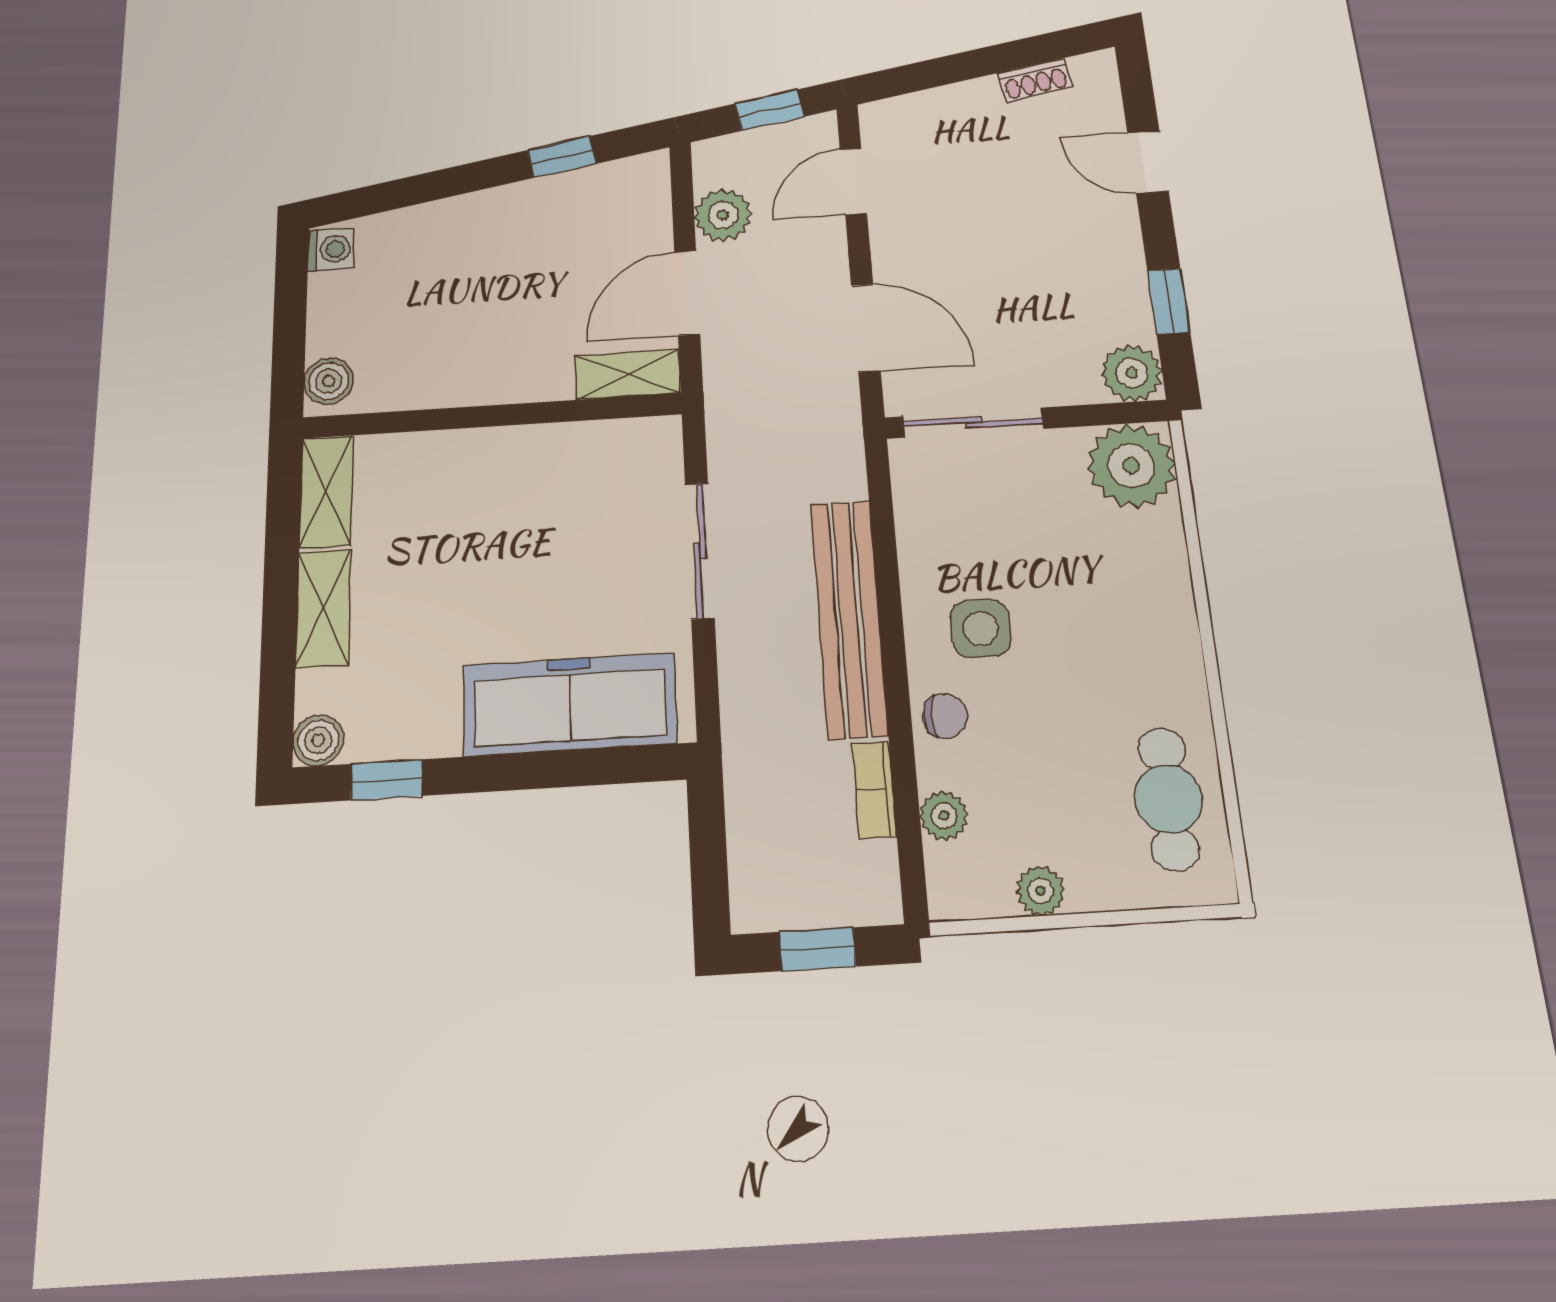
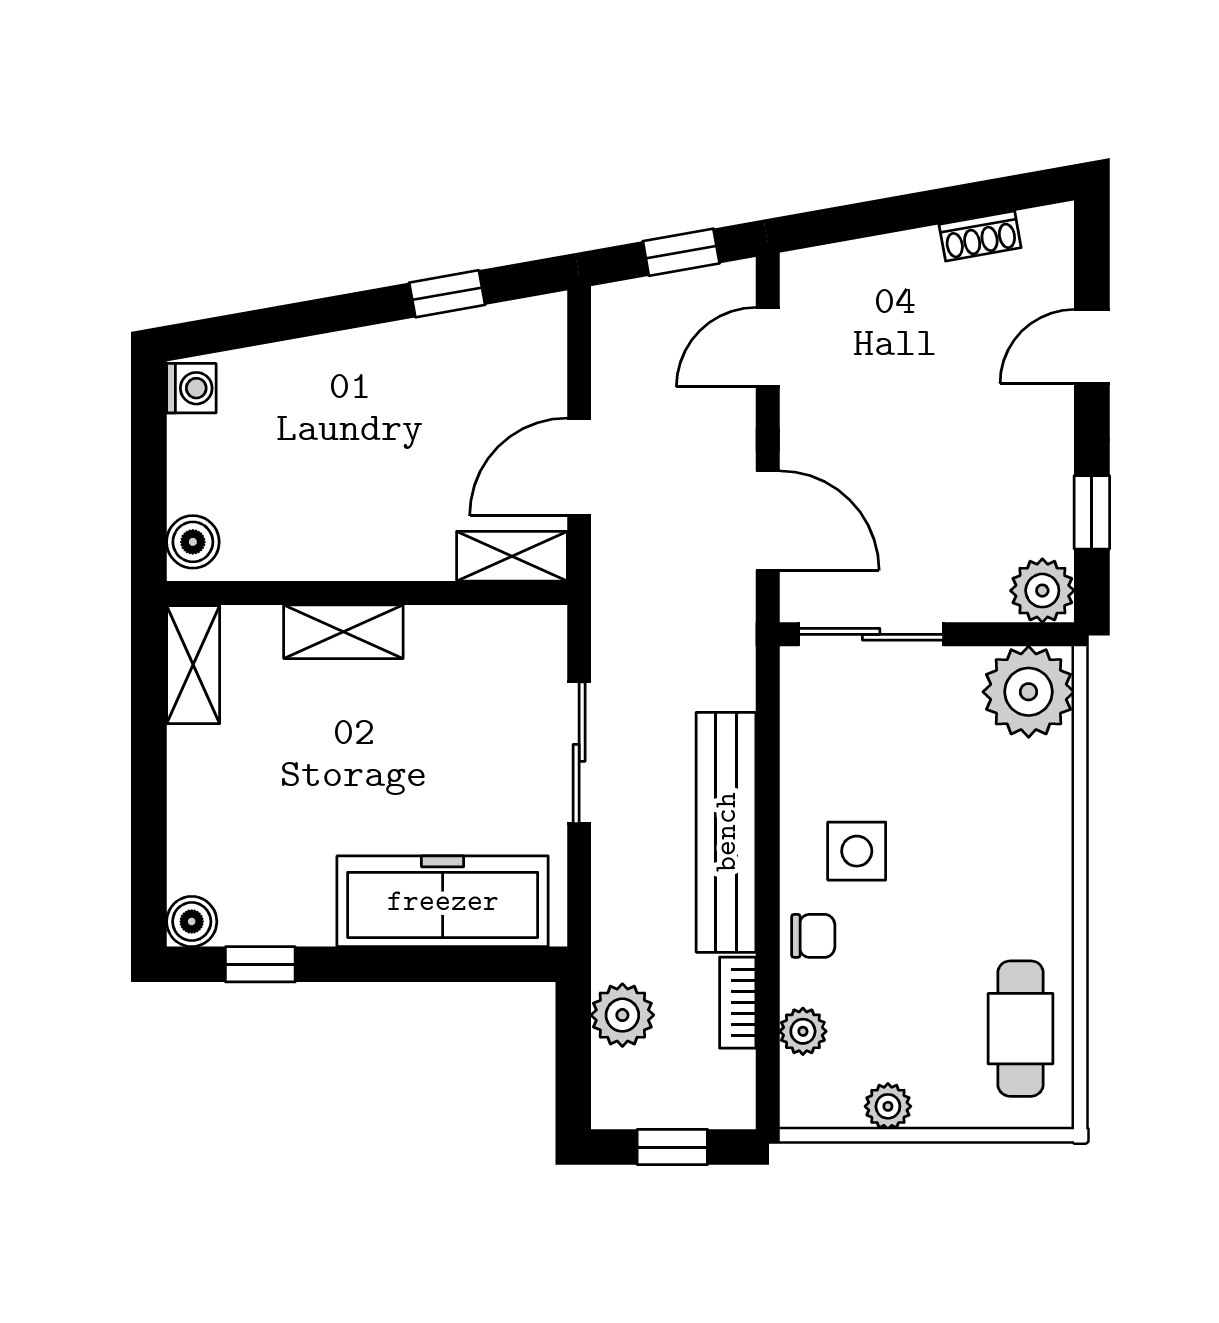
door: (1148, 162) -> (1092, 347), hinge flipped
plant: (723, 215) -> (622, 1015), moved
shelving: (323, 608) -> (343, 632), moved, turned 90

